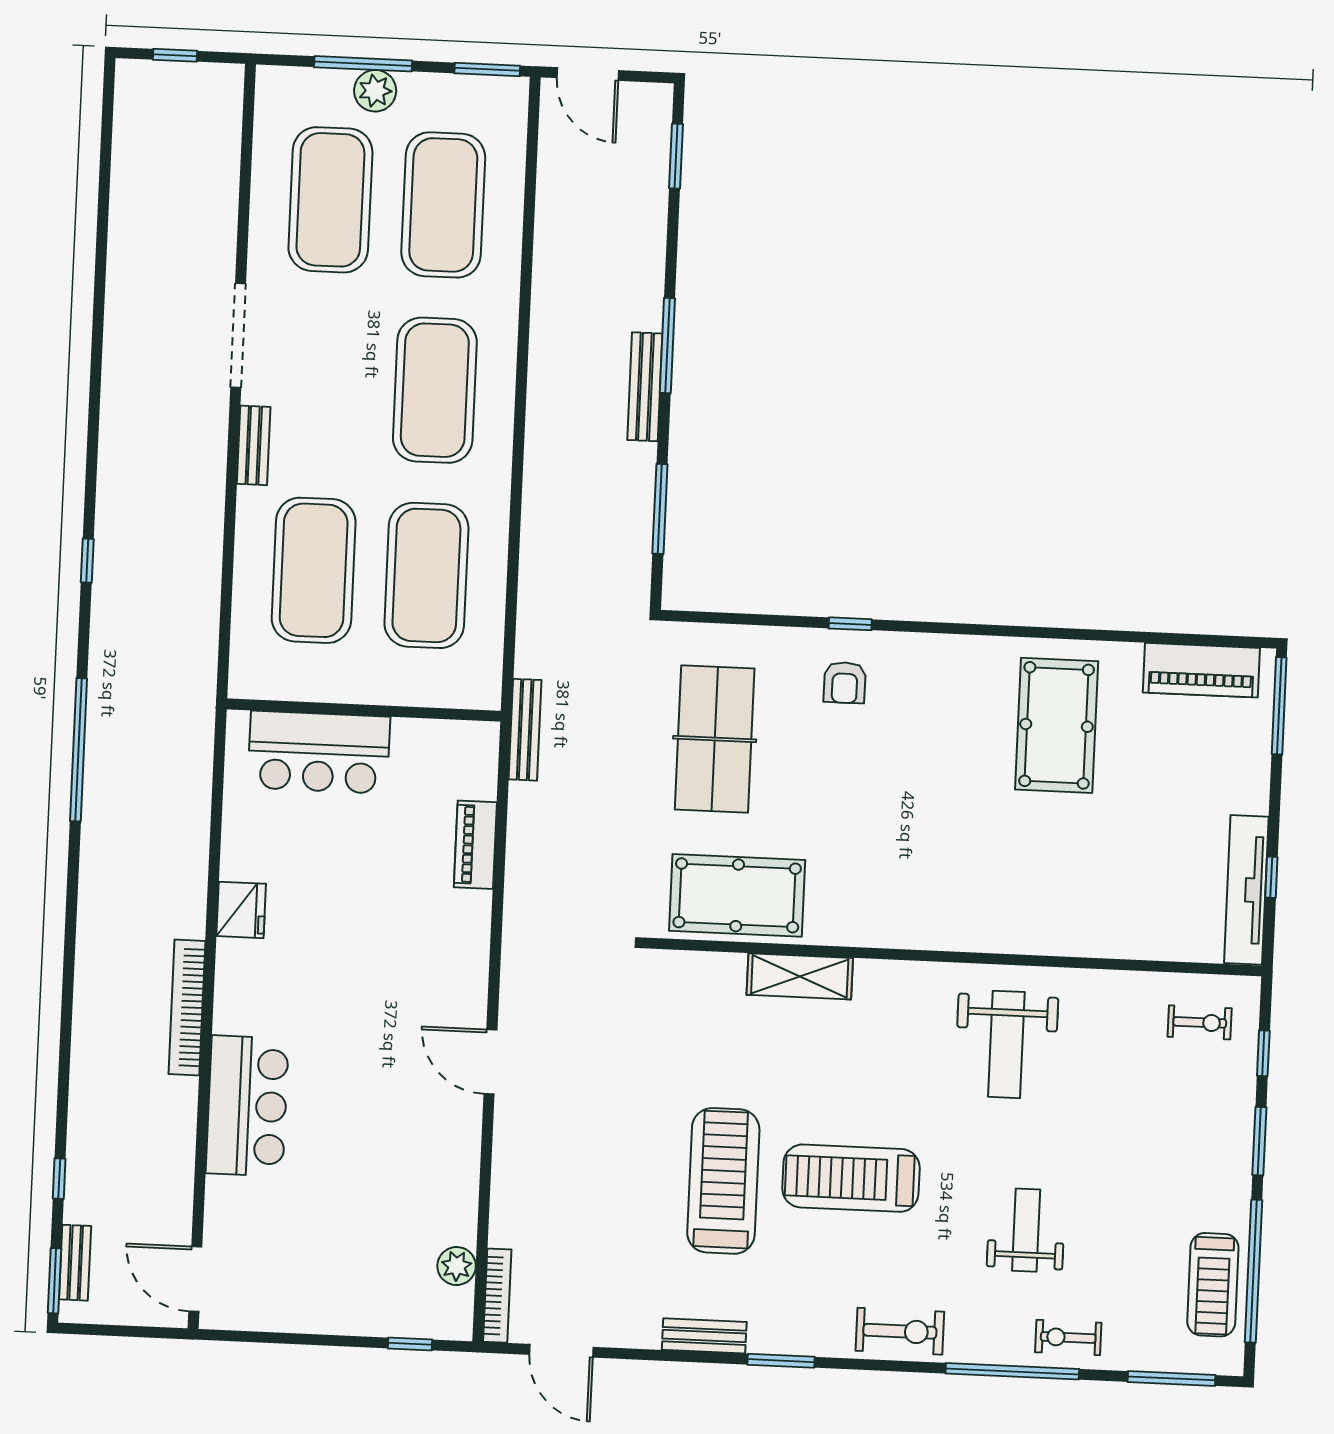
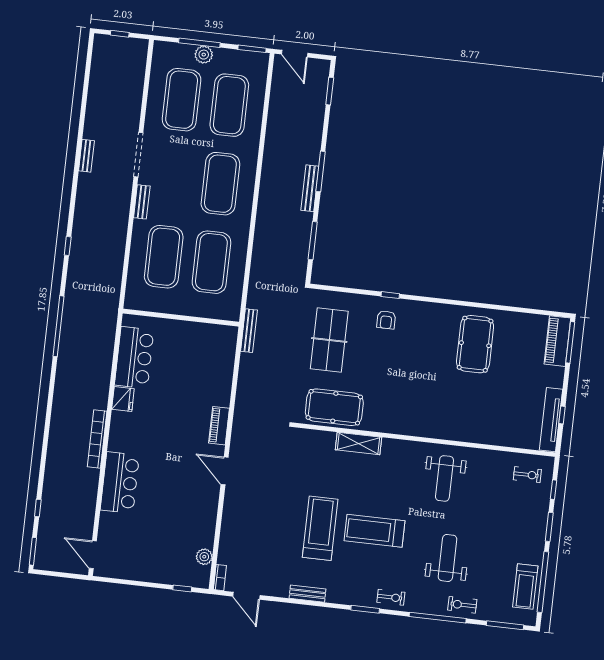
piano: (1201, 670) -> (557, 341), moved, turned 90
bar counter: (319, 752) -> (134, 357), moved, turned -90
piano: (475, 845) -> (219, 426), moved
weight bench: (1026, 1230) -> (447, 558), width x1.36, depth x1.33
bench: (75, 1263) -> (86, 156), moved
bookcase: (497, 1296) -> (220, 578), width x0.64
exercise bike: (900, 1331) -> (391, 597), width x0.73, depth x0.72
window: (781, 1361) -> (365, 609), moved

